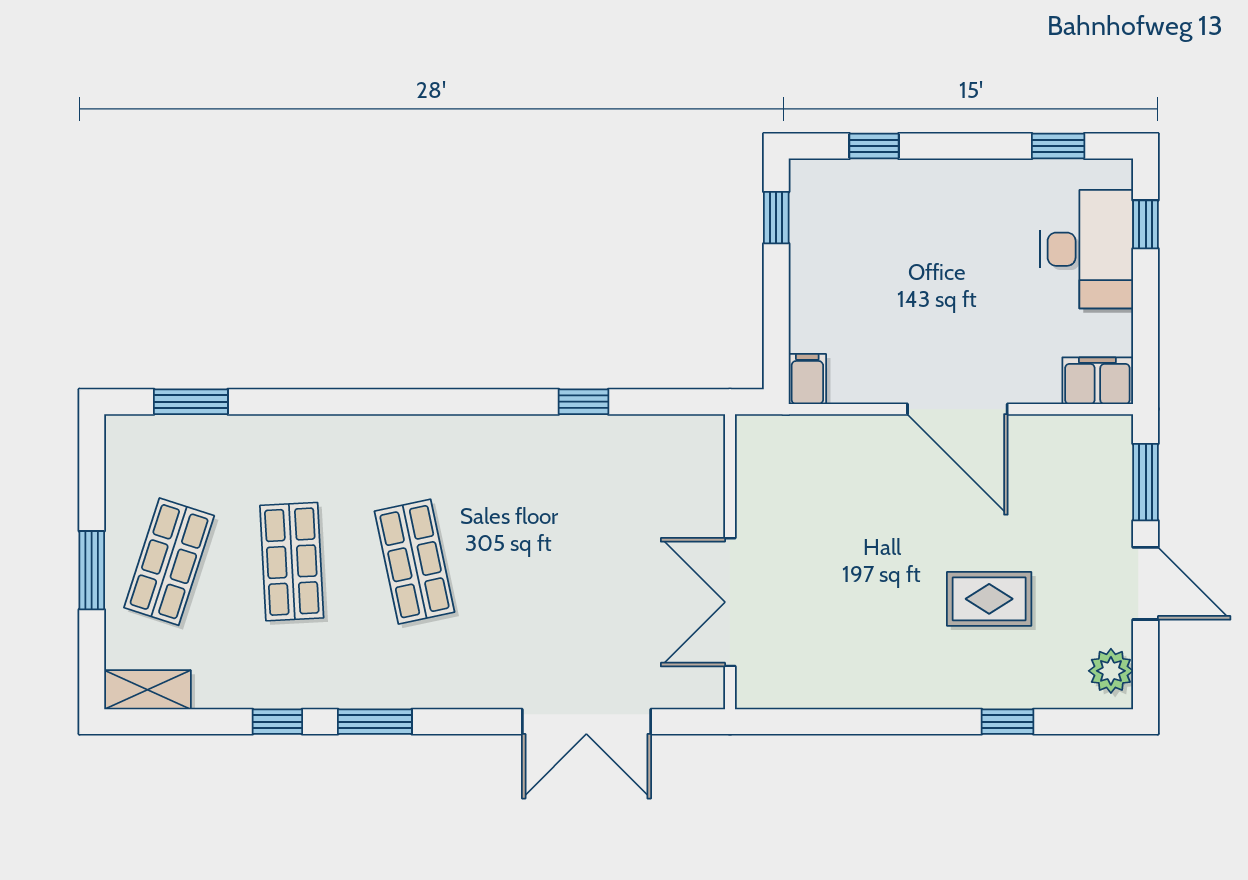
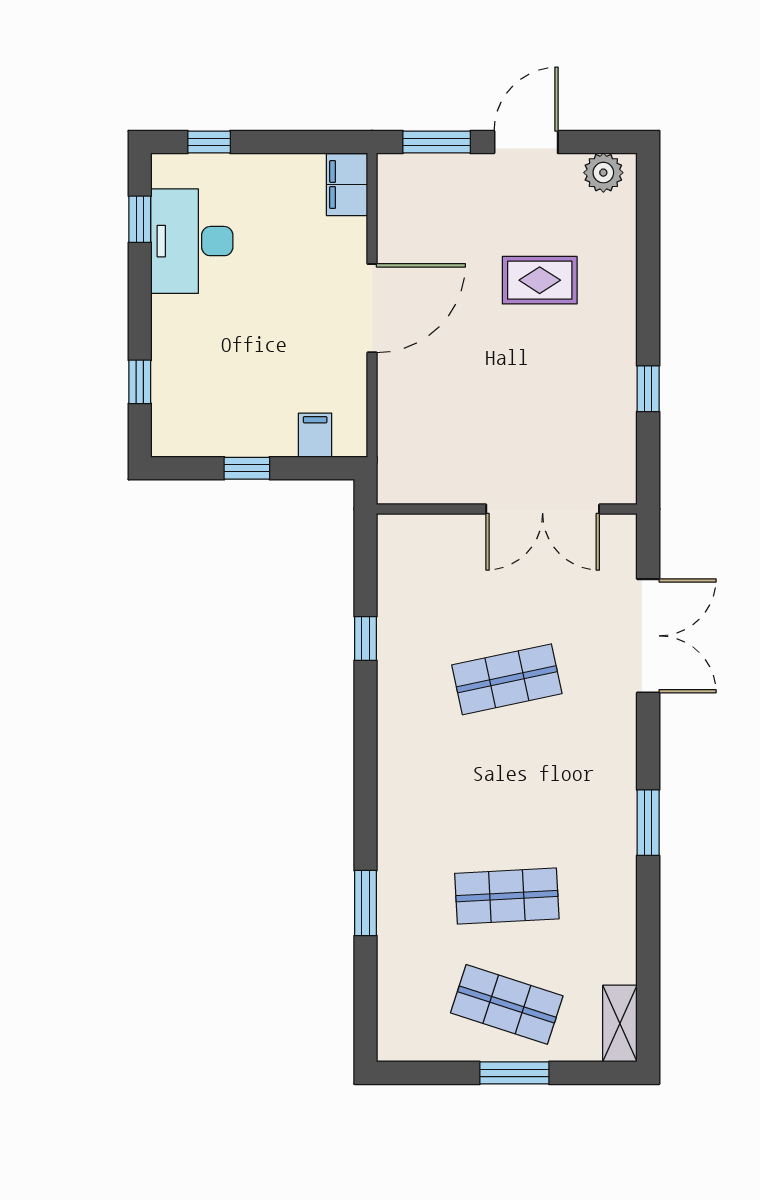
window: (776, 218) -> (247, 468), moved
desk: (1087, 249) -> (192, 241), moved, turned -90
filing cabinet: (807, 379) -> (315, 435), moved, turned 90
window: (191, 402) -> (366, 903), moved
shop shelf: (415, 562) -> (507, 679), moved
rug: (989, 599) -> (540, 280), turned 90
window: (277, 722) -> (648, 909), removed
window: (1008, 722) -> (648, 389), moved

